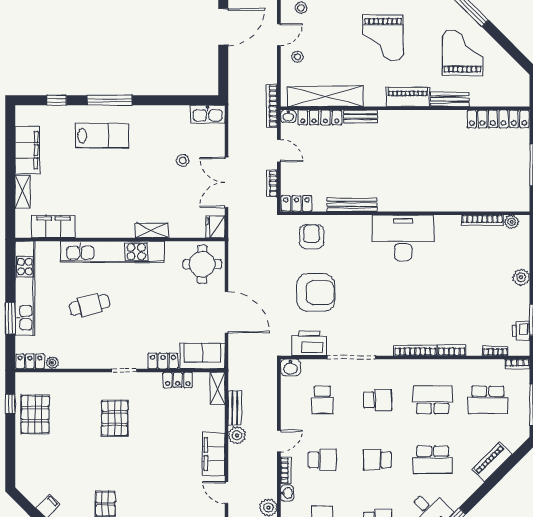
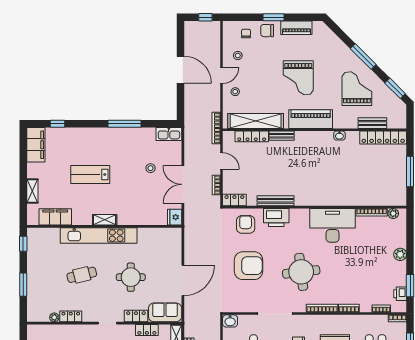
door: (223, 27) -> (180, 70), hinge flipped
window: (514, 52) -> (395, 88), added
piano: (408, 97) -> (311, 119), width x1.37, depth x1.33
bench: (450, 99) -> (372, 123), moved
window: (110, 100) -> (125, 124), moved
washbasin: (288, 116) -> (339, 136), moved
lab bench: (102, 136) -> (90, 174), moved, turned 180
filing cabinet: (27, 150) -> (36, 145), moved
shelving: (152, 230) -> (105, 220), moved
desk: (403, 238) -> (333, 225), moved
window: (10, 263) -> (23, 244), added
round table: (202, 264) -> (131, 277), moved
kitchen unit: (25, 288) -> (34, 263), removed
round table: (387, 301) -> (301, 272), added
door: (226, 312) -> (183, 280), hinge flipped
printer: (309, 343) -> (276, 217), moved, turned 180
locker: (30, 361) -> (71, 316), moved

